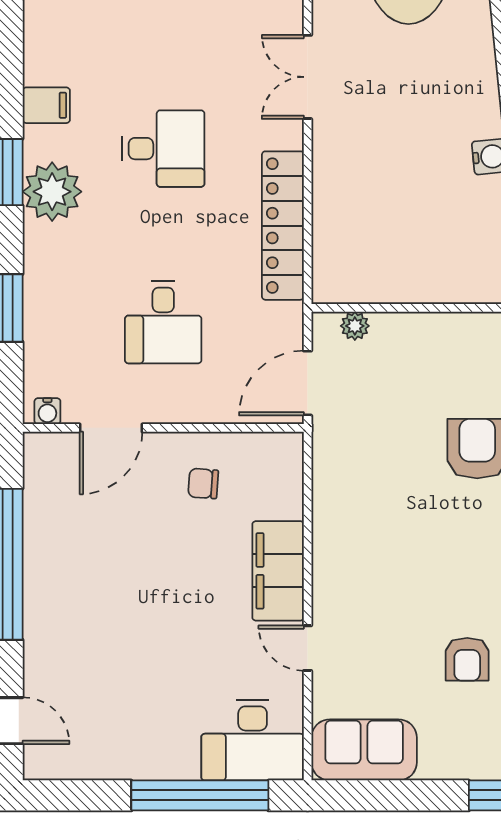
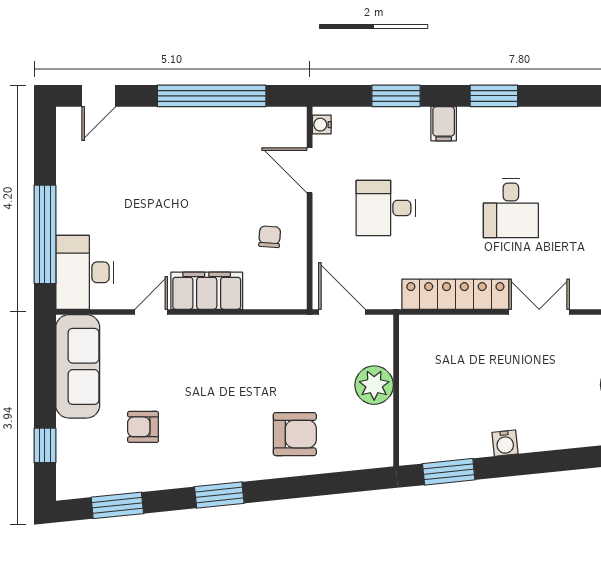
double door: (308, 77) -> (539, 312), moved
filing cabinet: (46, 105) -> (444, 124), moved
plant: (52, 192) -> (480, 128), removed
plant: (355, 326) -> (374, 385), moved, width x1.87, depth x1.87
sofa: (364, 750) -> (78, 366), width x1.36

